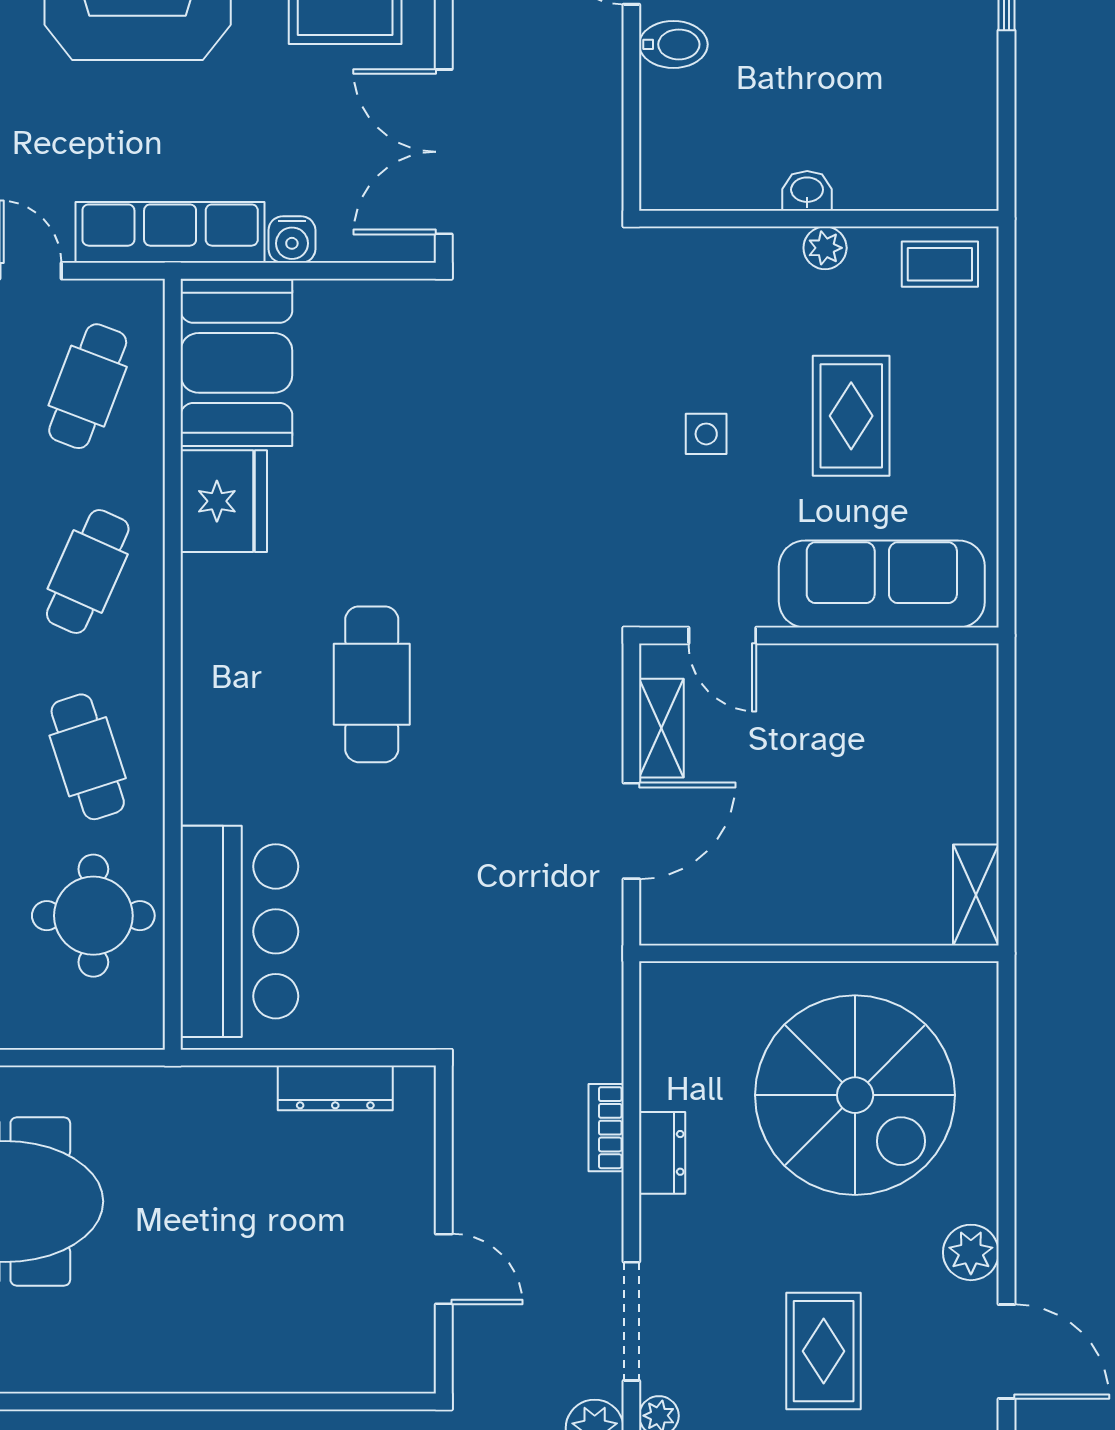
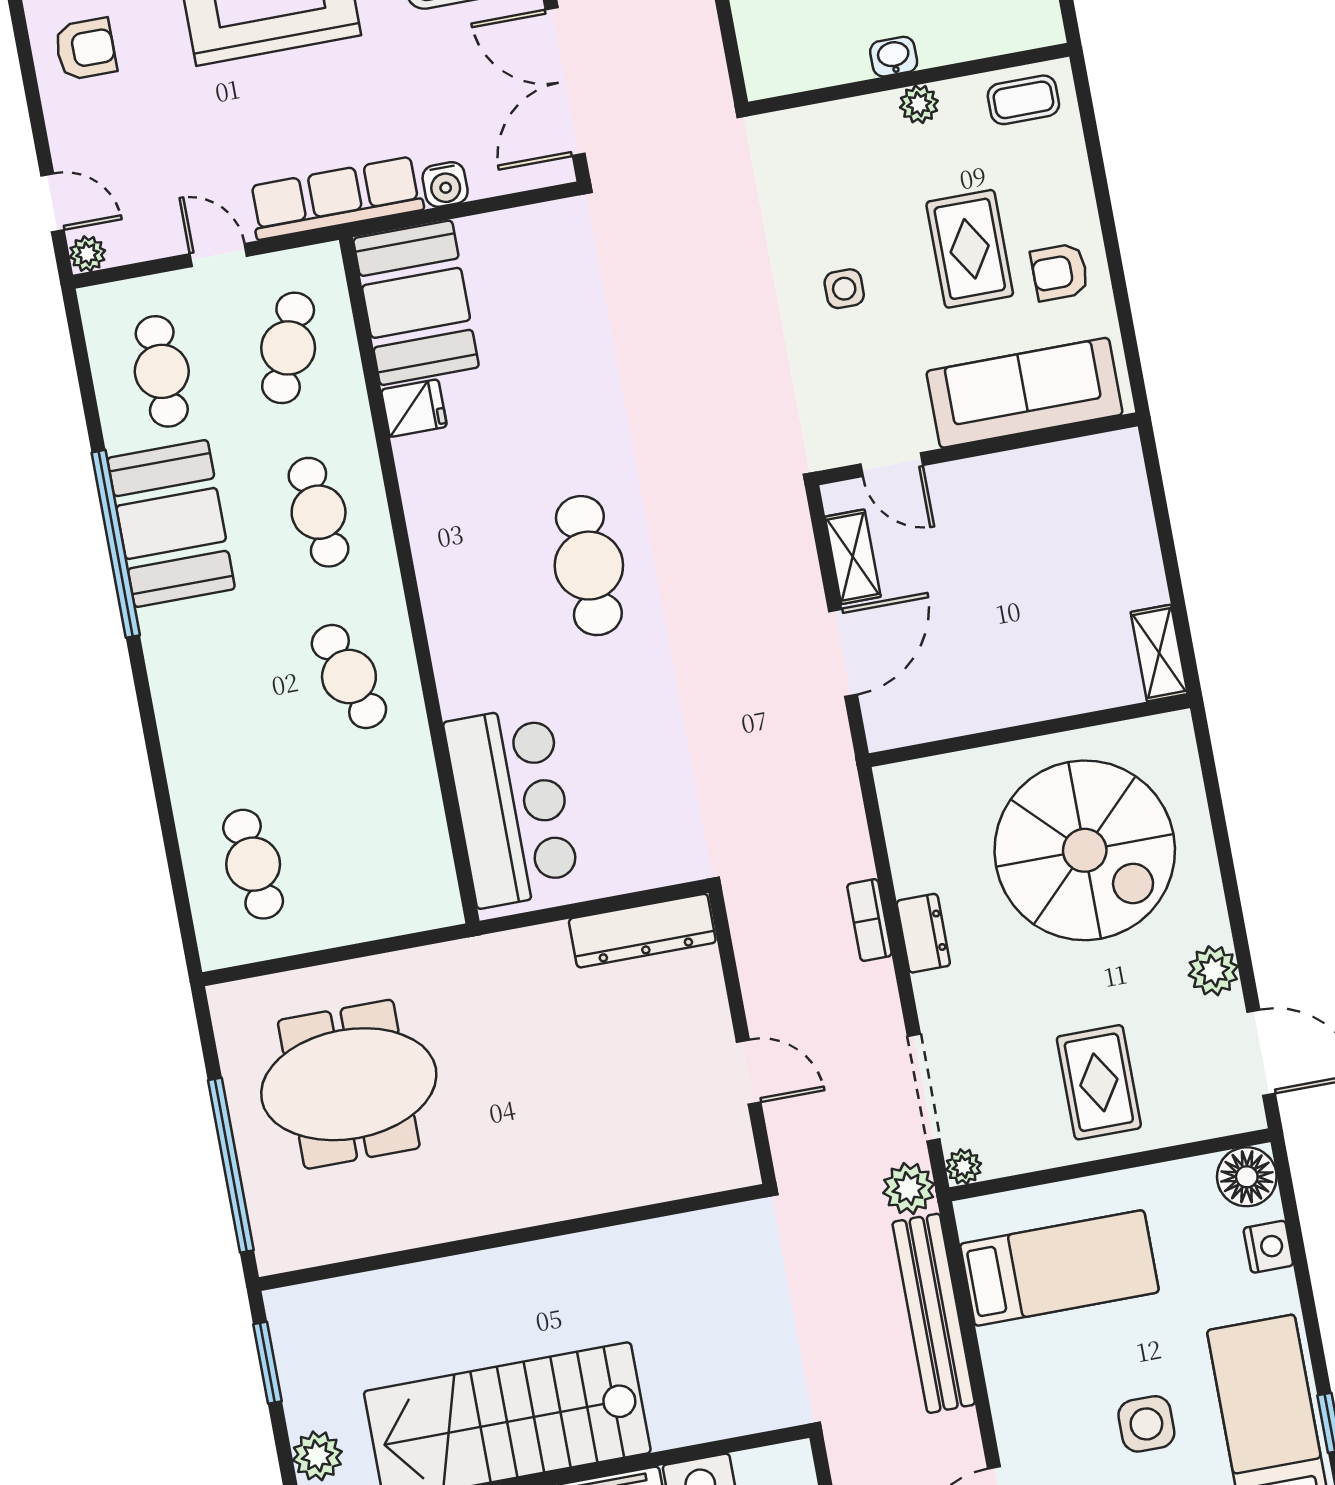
armchair: (944, 459) -> (1060, 272), added
fridge: (224, 501) -> (414, 408), width x0.53, depth x0.75
cafe table: (88, 571) -> (319, 512), turned -30
round table: (93, 916) -> (380, 816), removed
dresser: (335, 1088) -> (642, 931), width x1.37, depth x1.24

